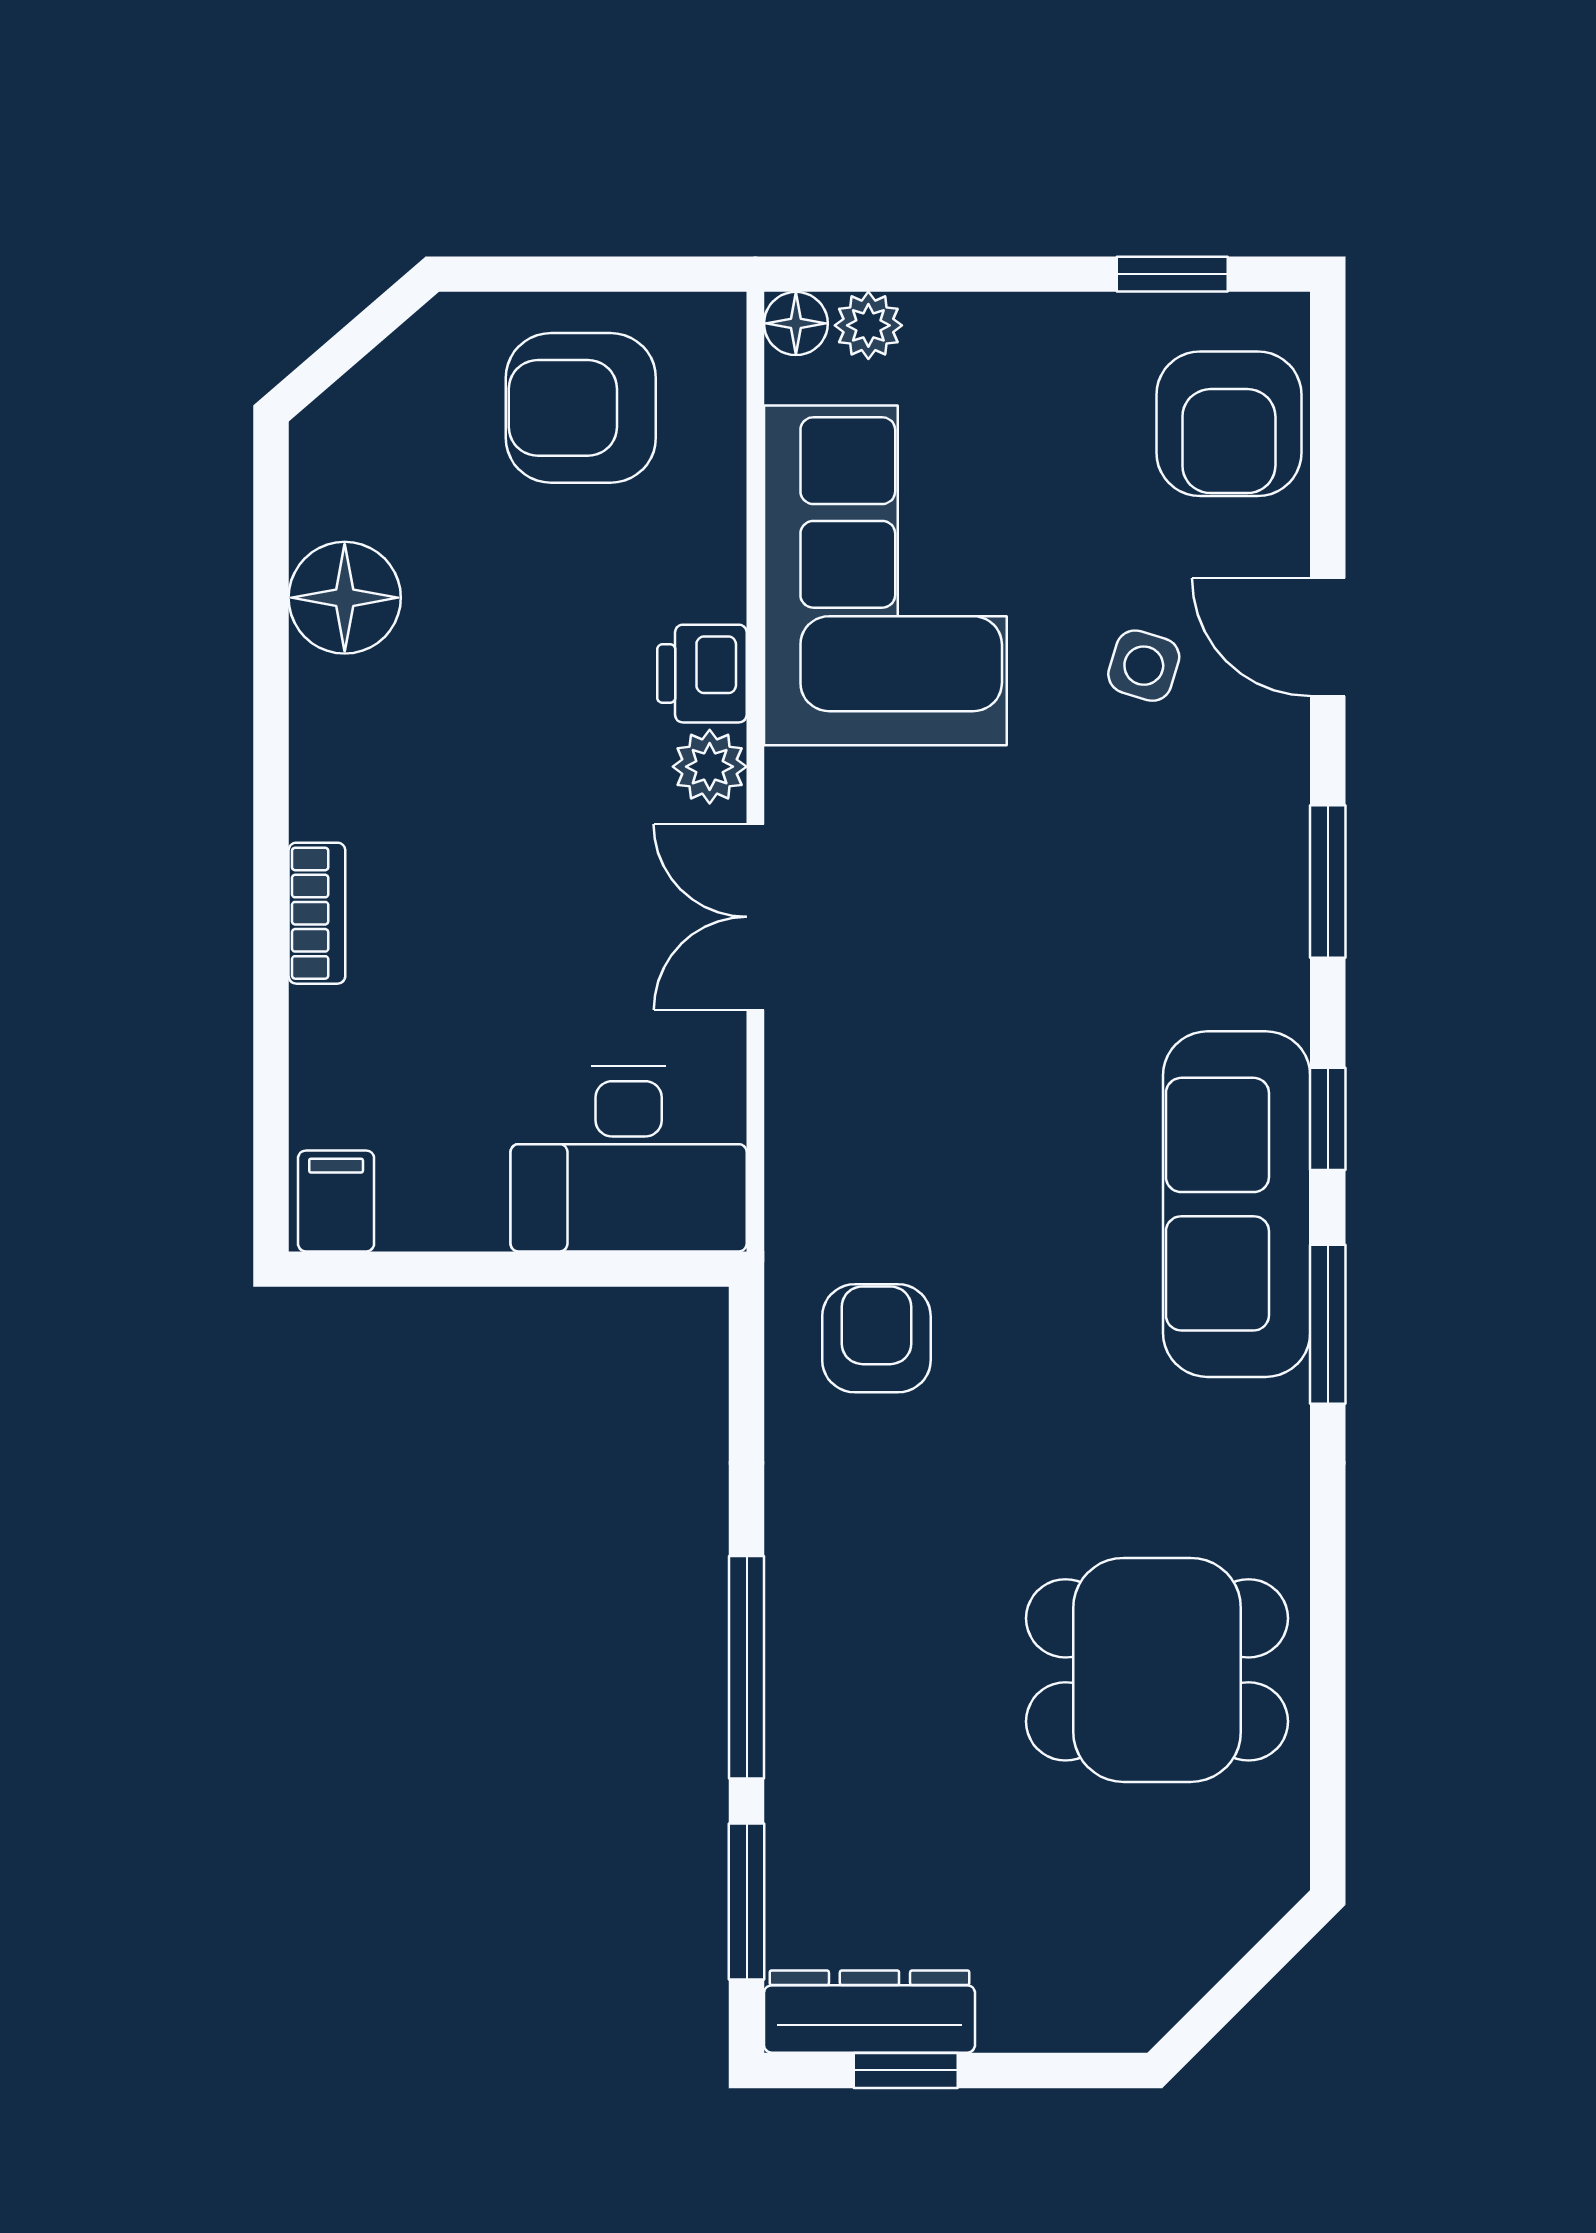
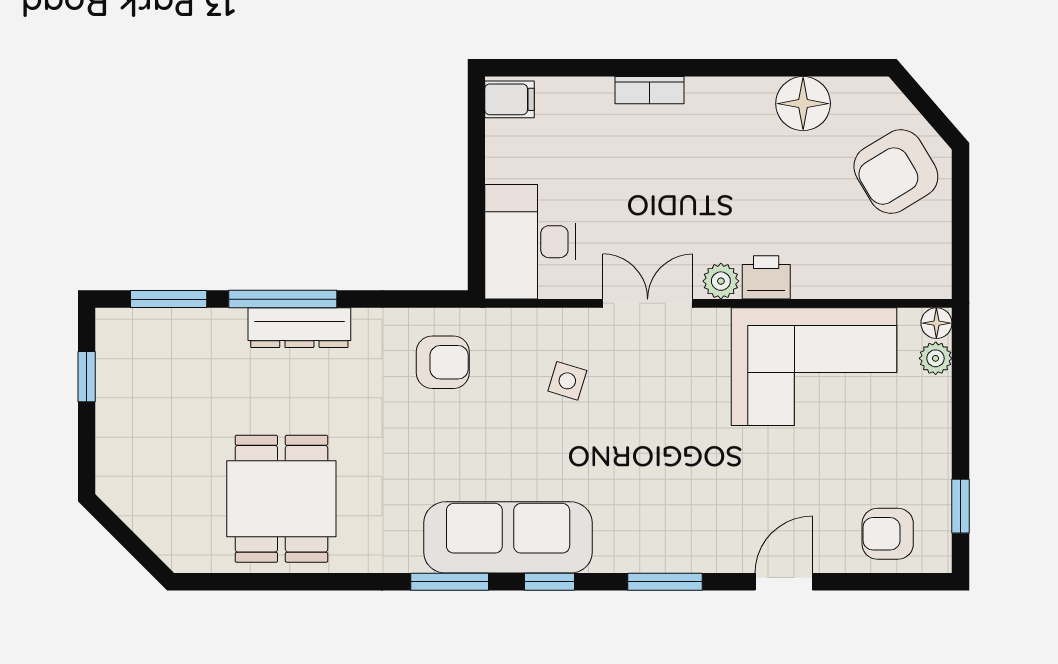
armchair: (581, 408) -> (896, 172), moved, turned -121
armchair: (1229, 424) -> (888, 534), width x0.72, depth x0.72
side table: (1144, 666) -> (567, 381), moved
dresser: (869, 2012) -> (299, 328), moved, turned 90

